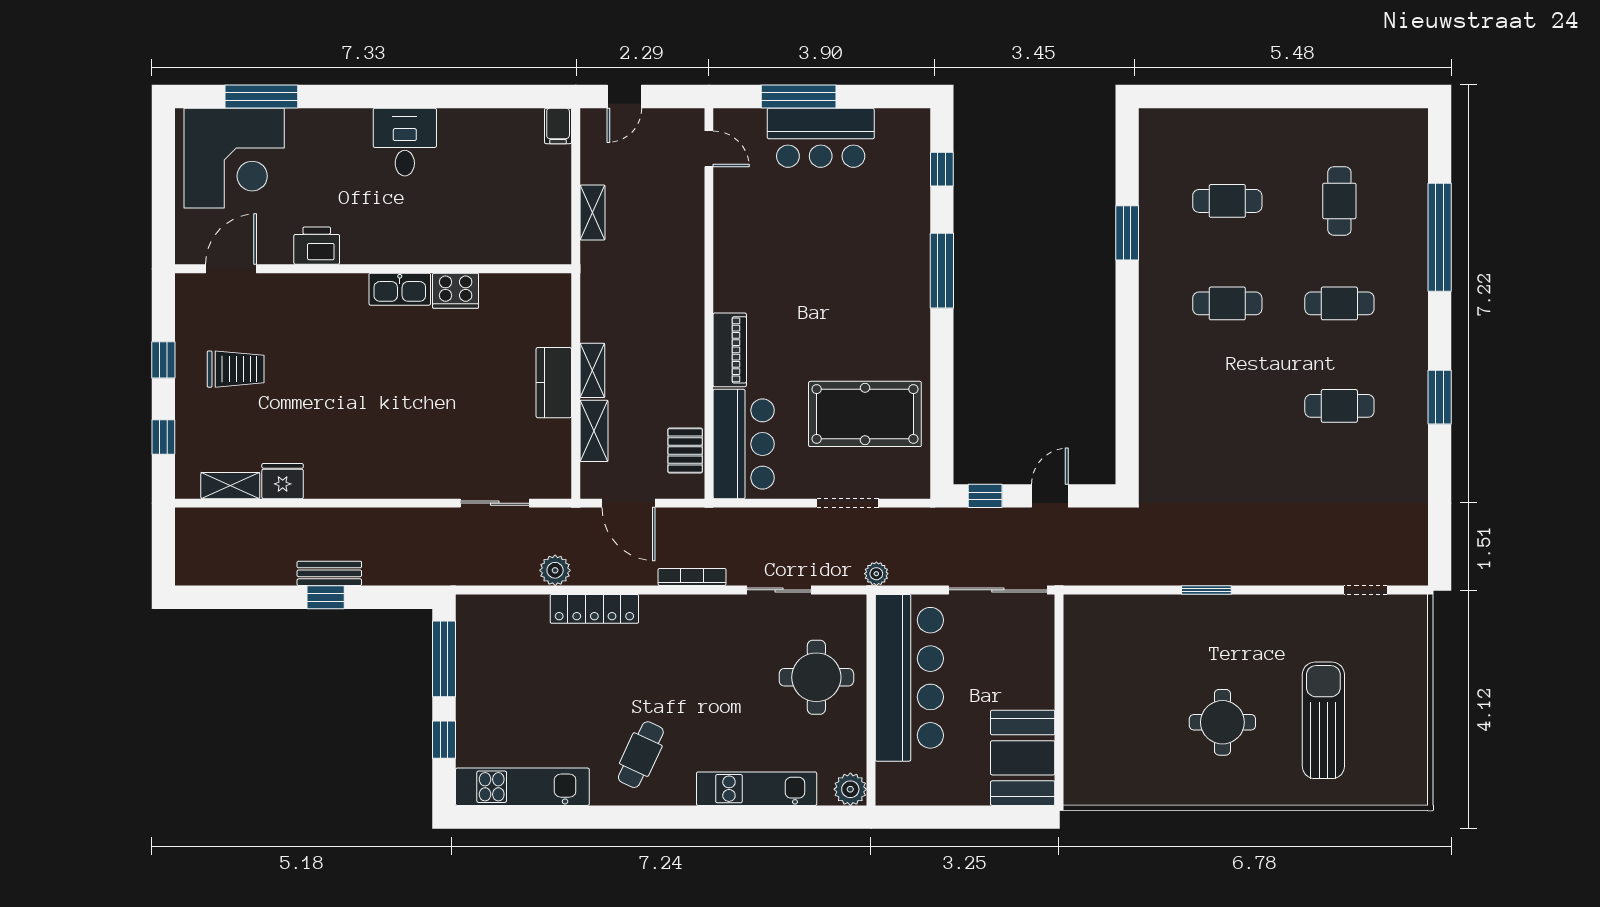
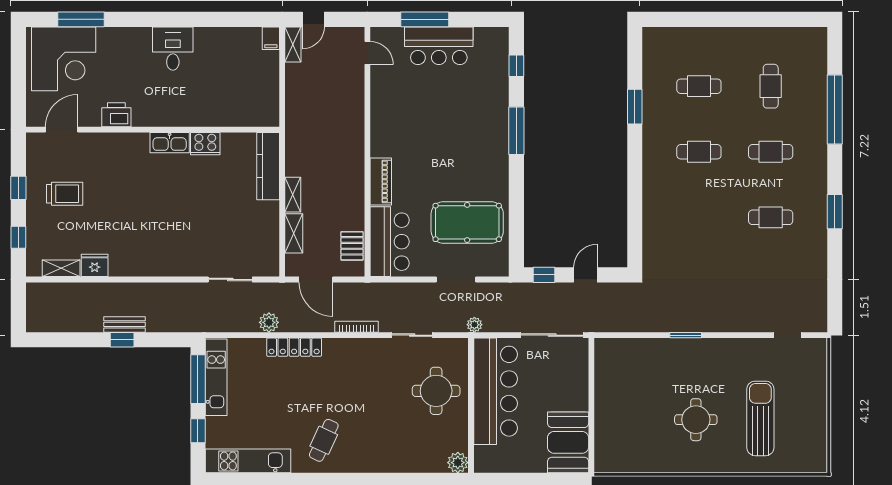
shelving: (593, 212) -> (293, 44), moved
kitchen counter: (554, 383) -> (268, 166), moved, width x1.50
kitchen unit: (757, 789) -> (216, 377), moved, turned 90

